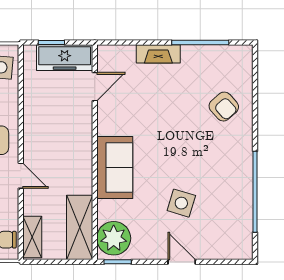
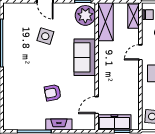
armchair: (224, 107) -> (53, 93), moved, turned -59
door: (21, 176) -> (140, 52), hinge flipped

